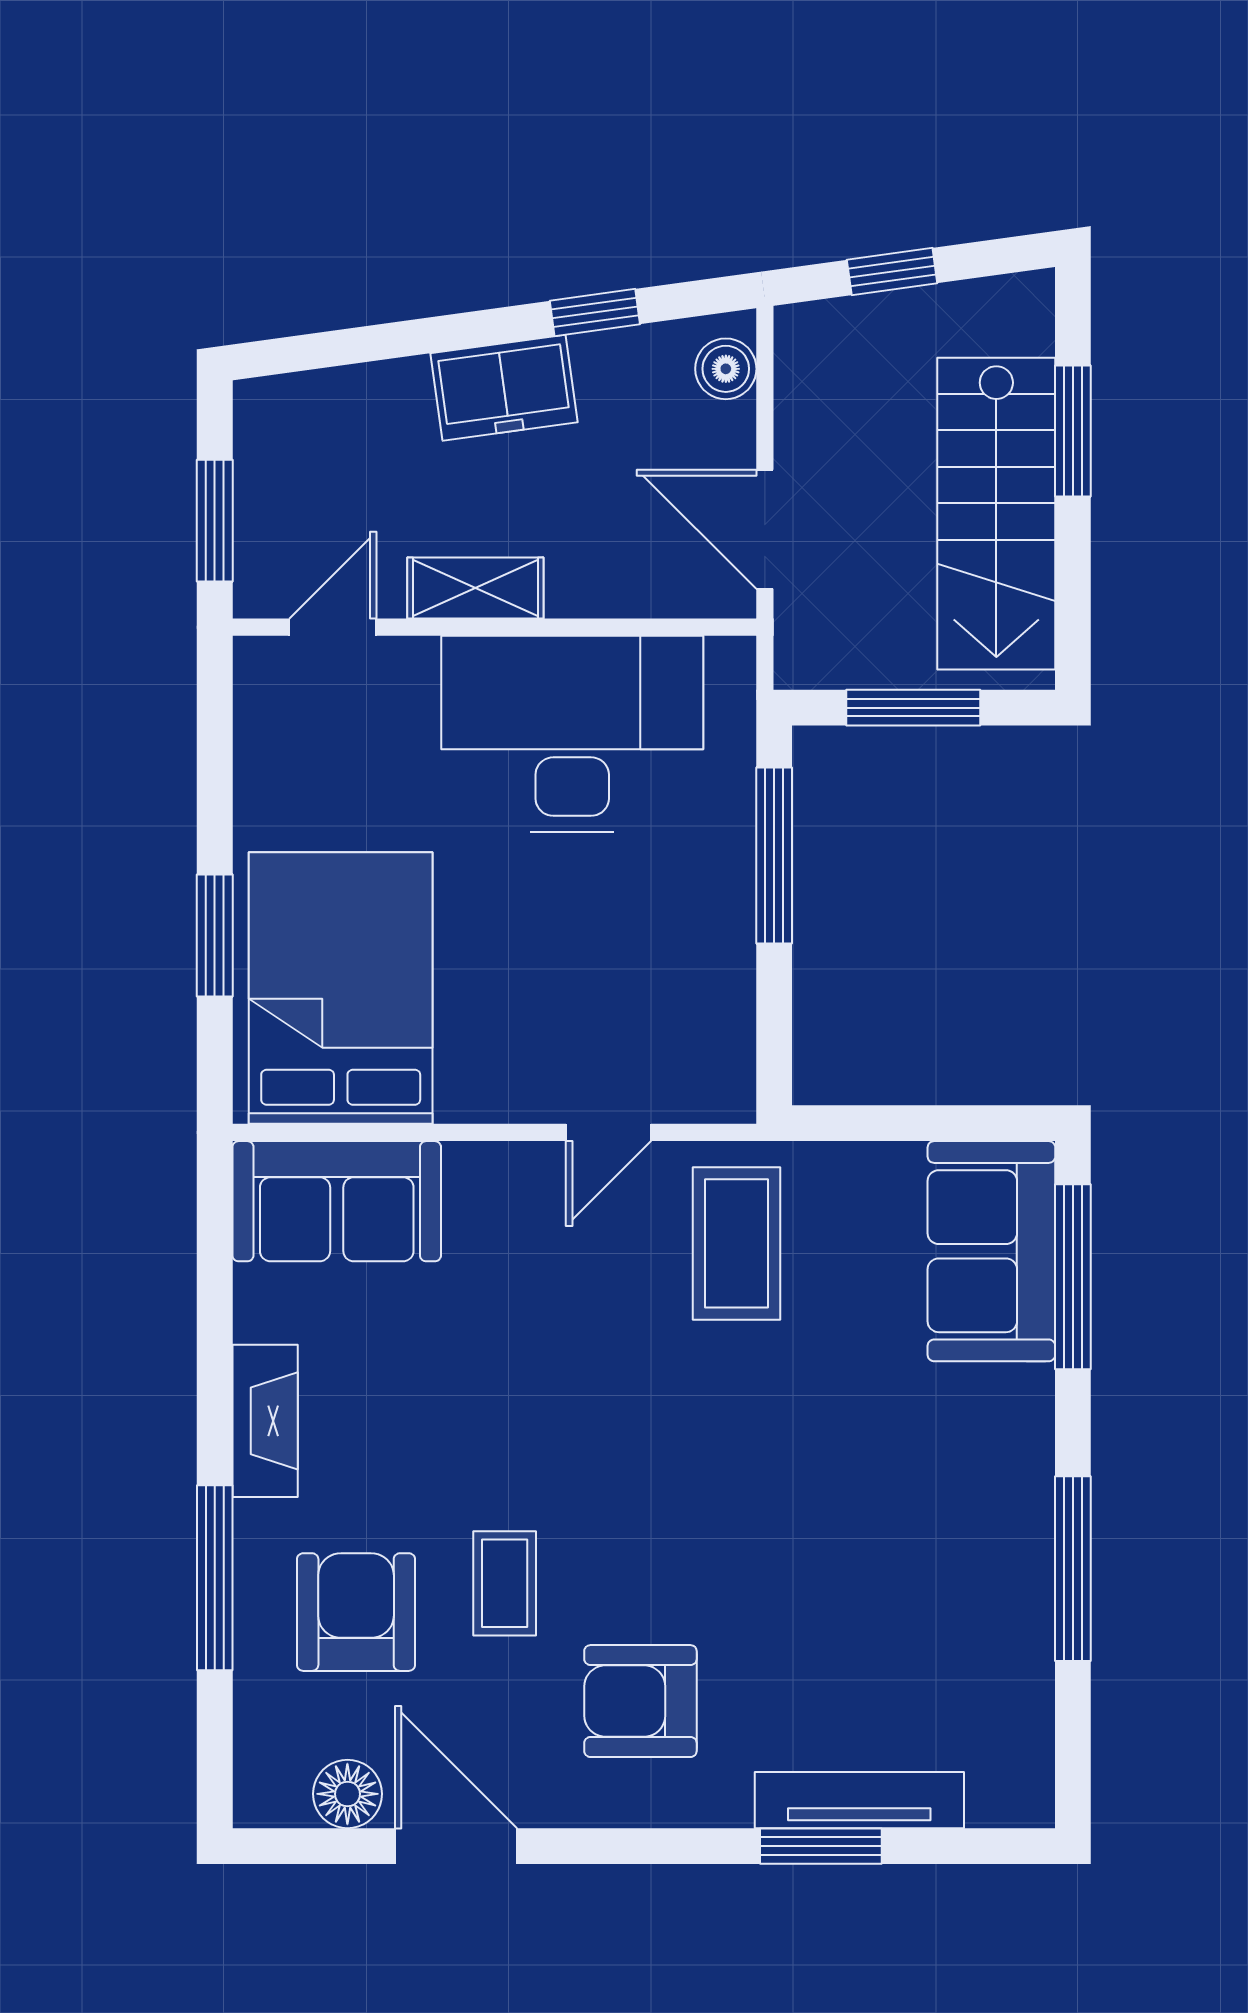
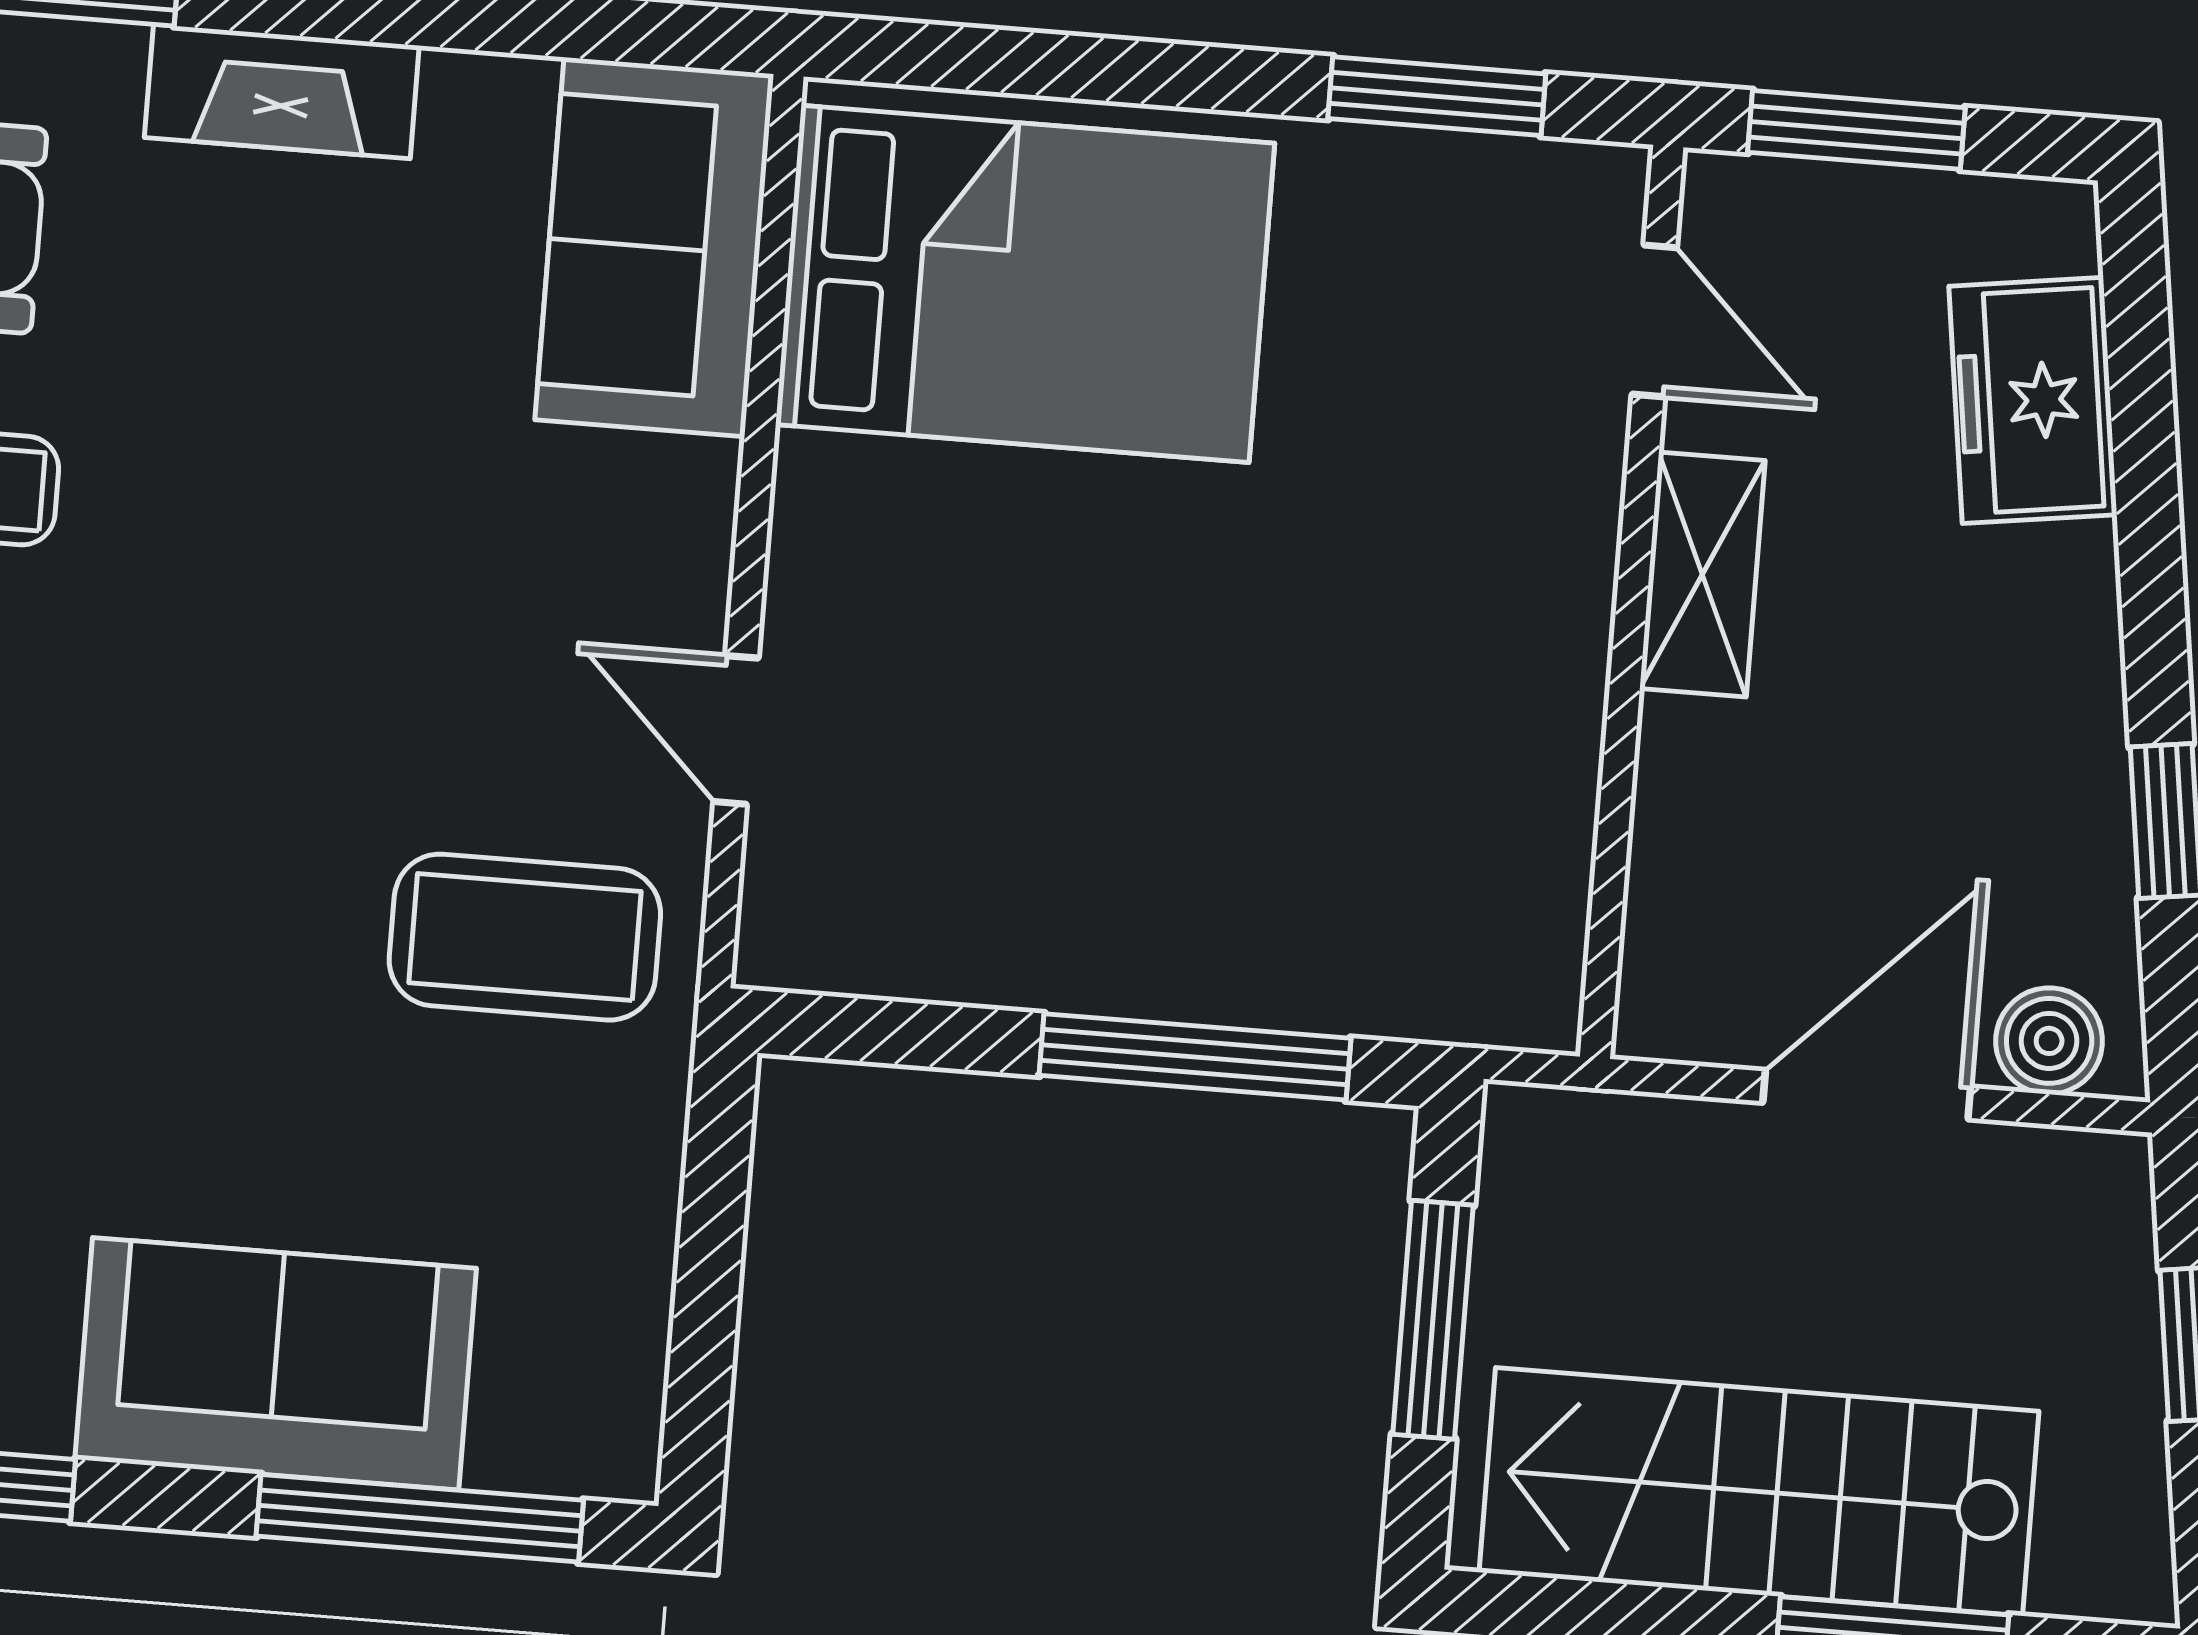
freezer: (504, 388) -> (2033, 400), moved
door: (765, 529) -> (1867, 1095), moved
desk: (572, 734) -> (1435, 723), removed
window: (215, 936) -> (1437, 96), moved
sofa: (991, 1251) -> (276, 1364), moved

